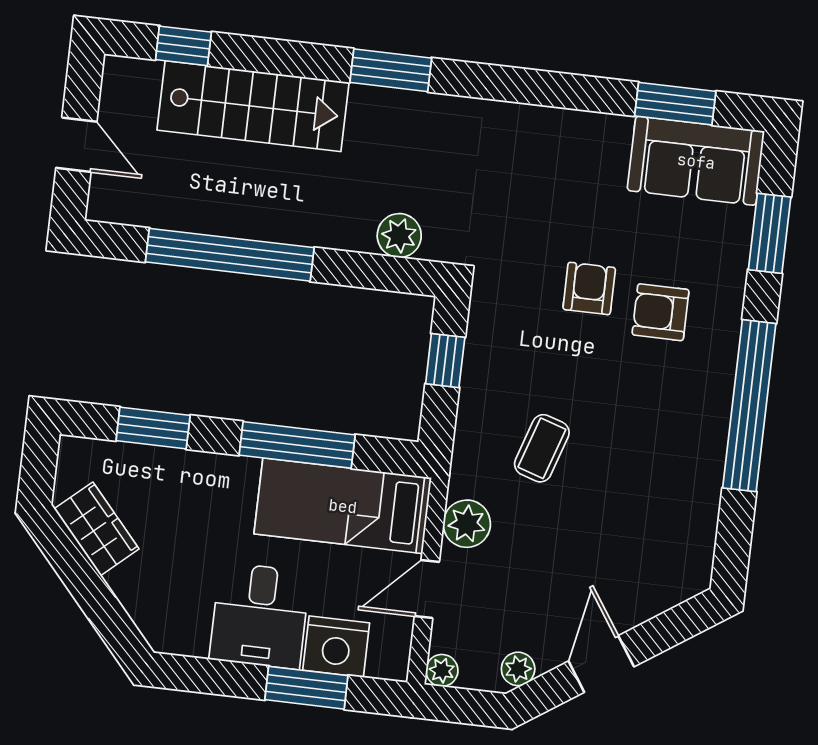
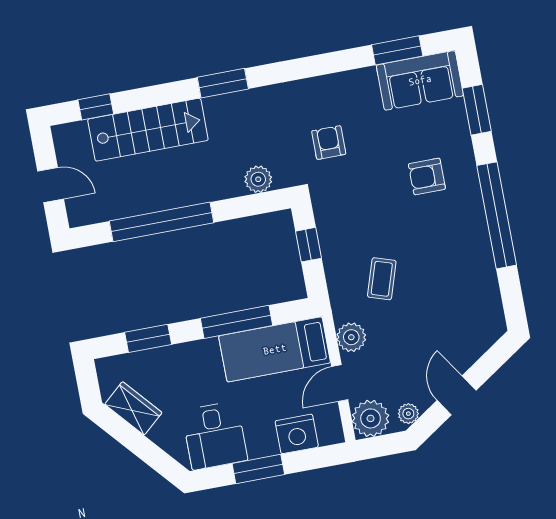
armchair: (589, 288) -> (329, 143), moved
desk: (260, 616) -> (215, 436), moved
plant: (442, 670) -> (371, 418), width x1.88, depth x1.88
window: (306, 688) -> (258, 469), moved

